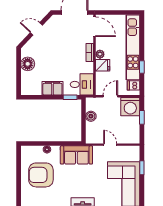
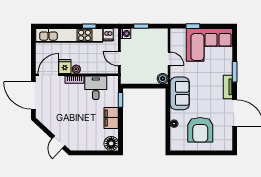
door: (36, 29) -> (58, 142), moved
floor lamp: (28, 64) -> (111, 143), moved
fridge: (103, 65) -> (65, 67), moved
desk: (82, 84) -> (96, 88), moved
washing machine: (130, 107) -> (126, 34), width x0.53, depth x0.53
boiler: (91, 116) -> (163, 79), moved
door: (110, 145) -> (169, 59), swing flipped

